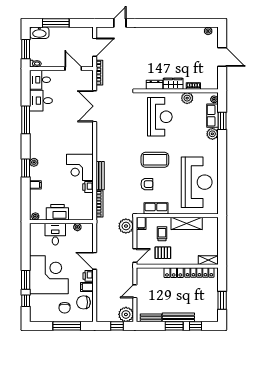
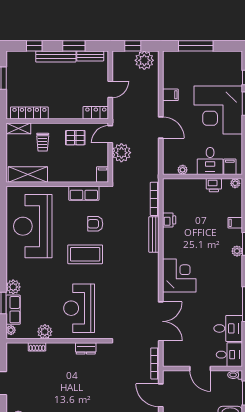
door: (95, 47) -> (161, 395), hinge flipped
door: (73, 69) -> (200, 369), moved
wardrobe: (173, 84) -> (62, 350), removed
corner desk: (80, 167) -> (179, 275), moved
printer: (57, 212) -> (214, 185), width x0.53, depth x0.68
shelving: (187, 223) -> (28, 174), moved
plant: (126, 226) -> (121, 153), moved
filing cabinet: (40, 230) -> (230, 167), added
trolley: (162, 234) -> (43, 142), moved
locker: (174, 273) -> (96, 113), moved
printer: (88, 276) -> (169, 109), removed
chair: (83, 302) -> (175, 75), removed
chair: (65, 308) -> (198, 69), removed
plant: (126, 314) -> (144, 60), moved
window: (174, 326) -> (74, 46), moved

